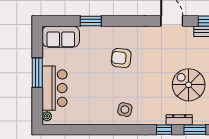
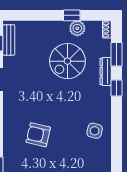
armchair: (121, 58) -> (38, 135), turned 97

